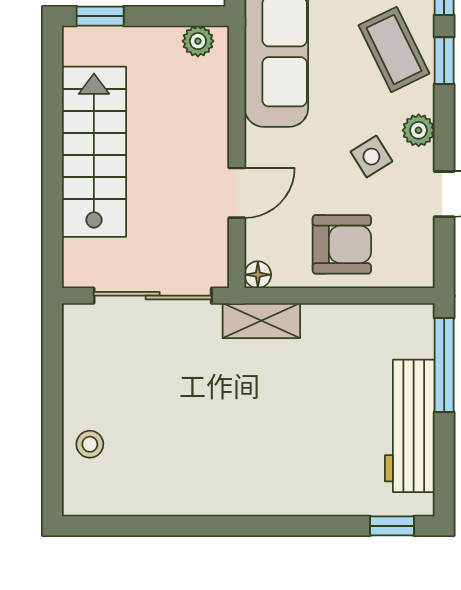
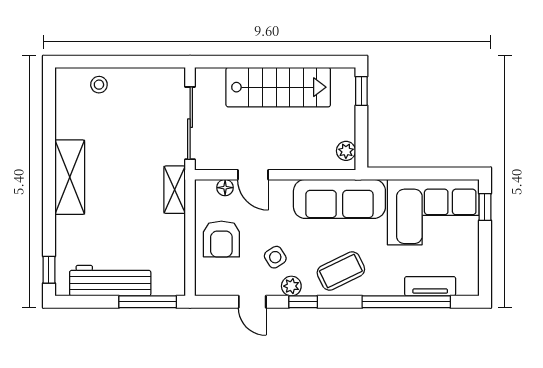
window: (444, 61) -> (303, 302), moved
floor lamp: (258, 275) -> (225, 188), moved
shelving: (241, 492) -> (70, 177), added

